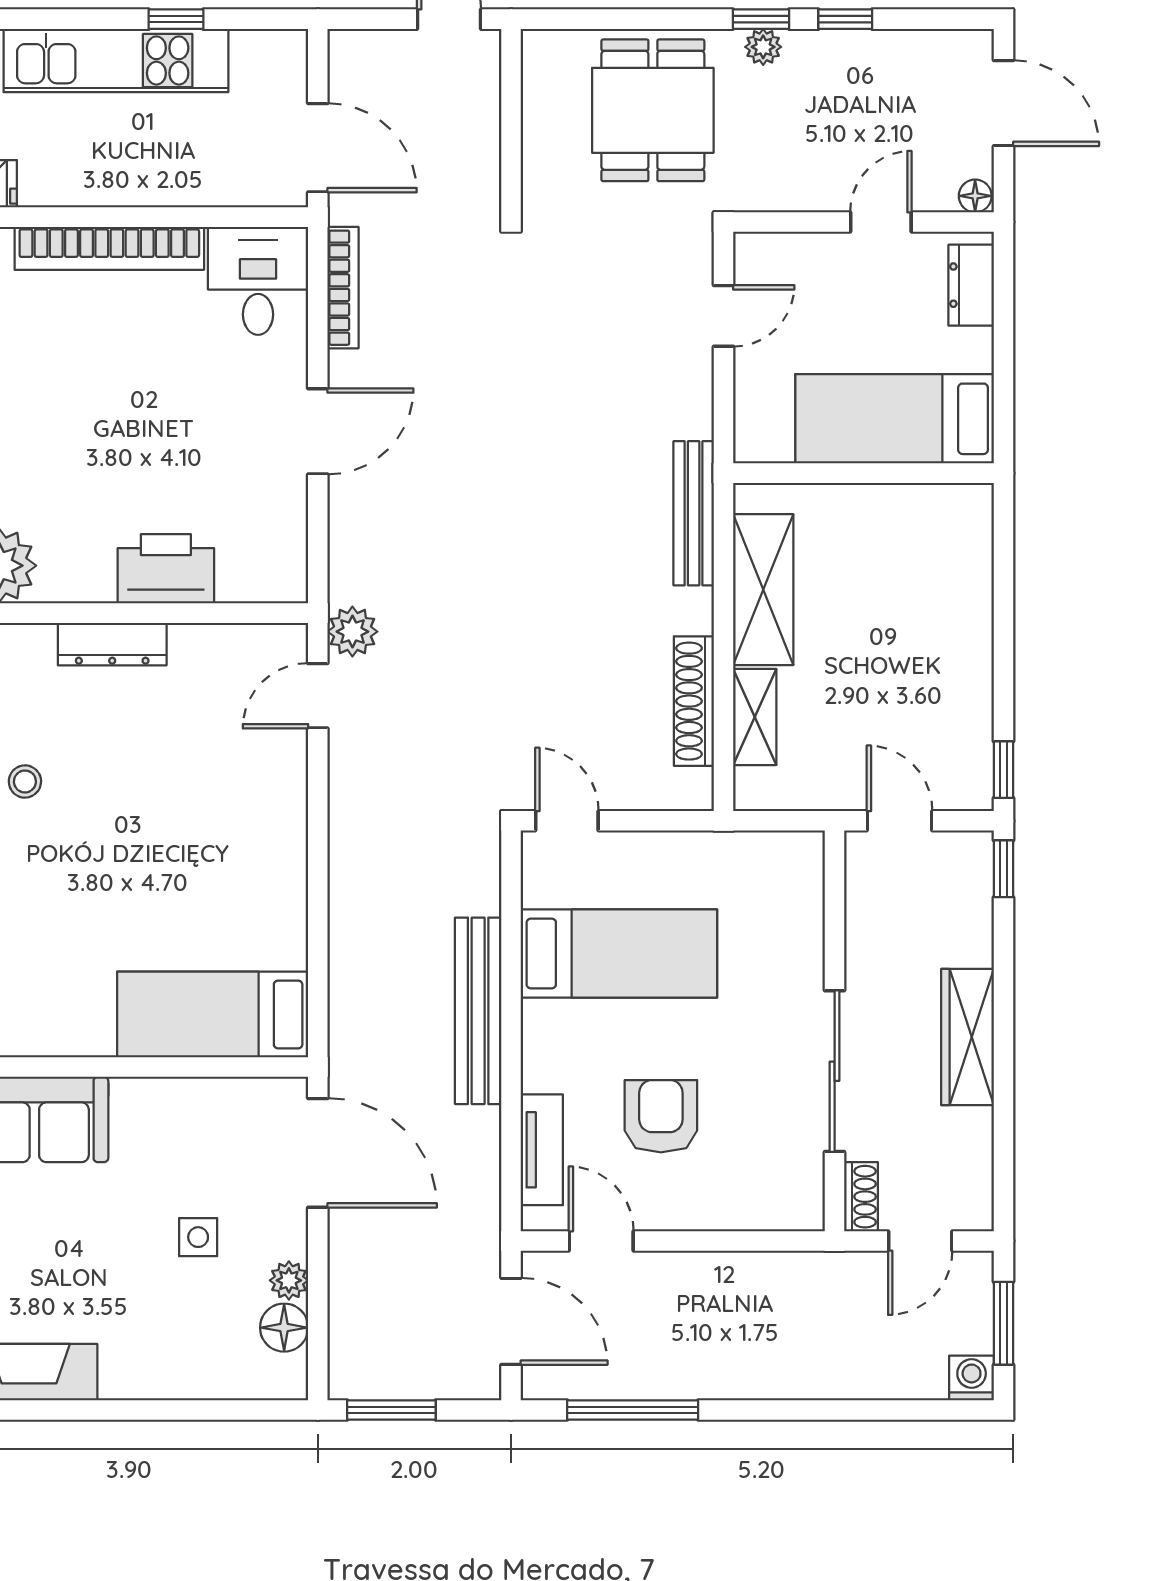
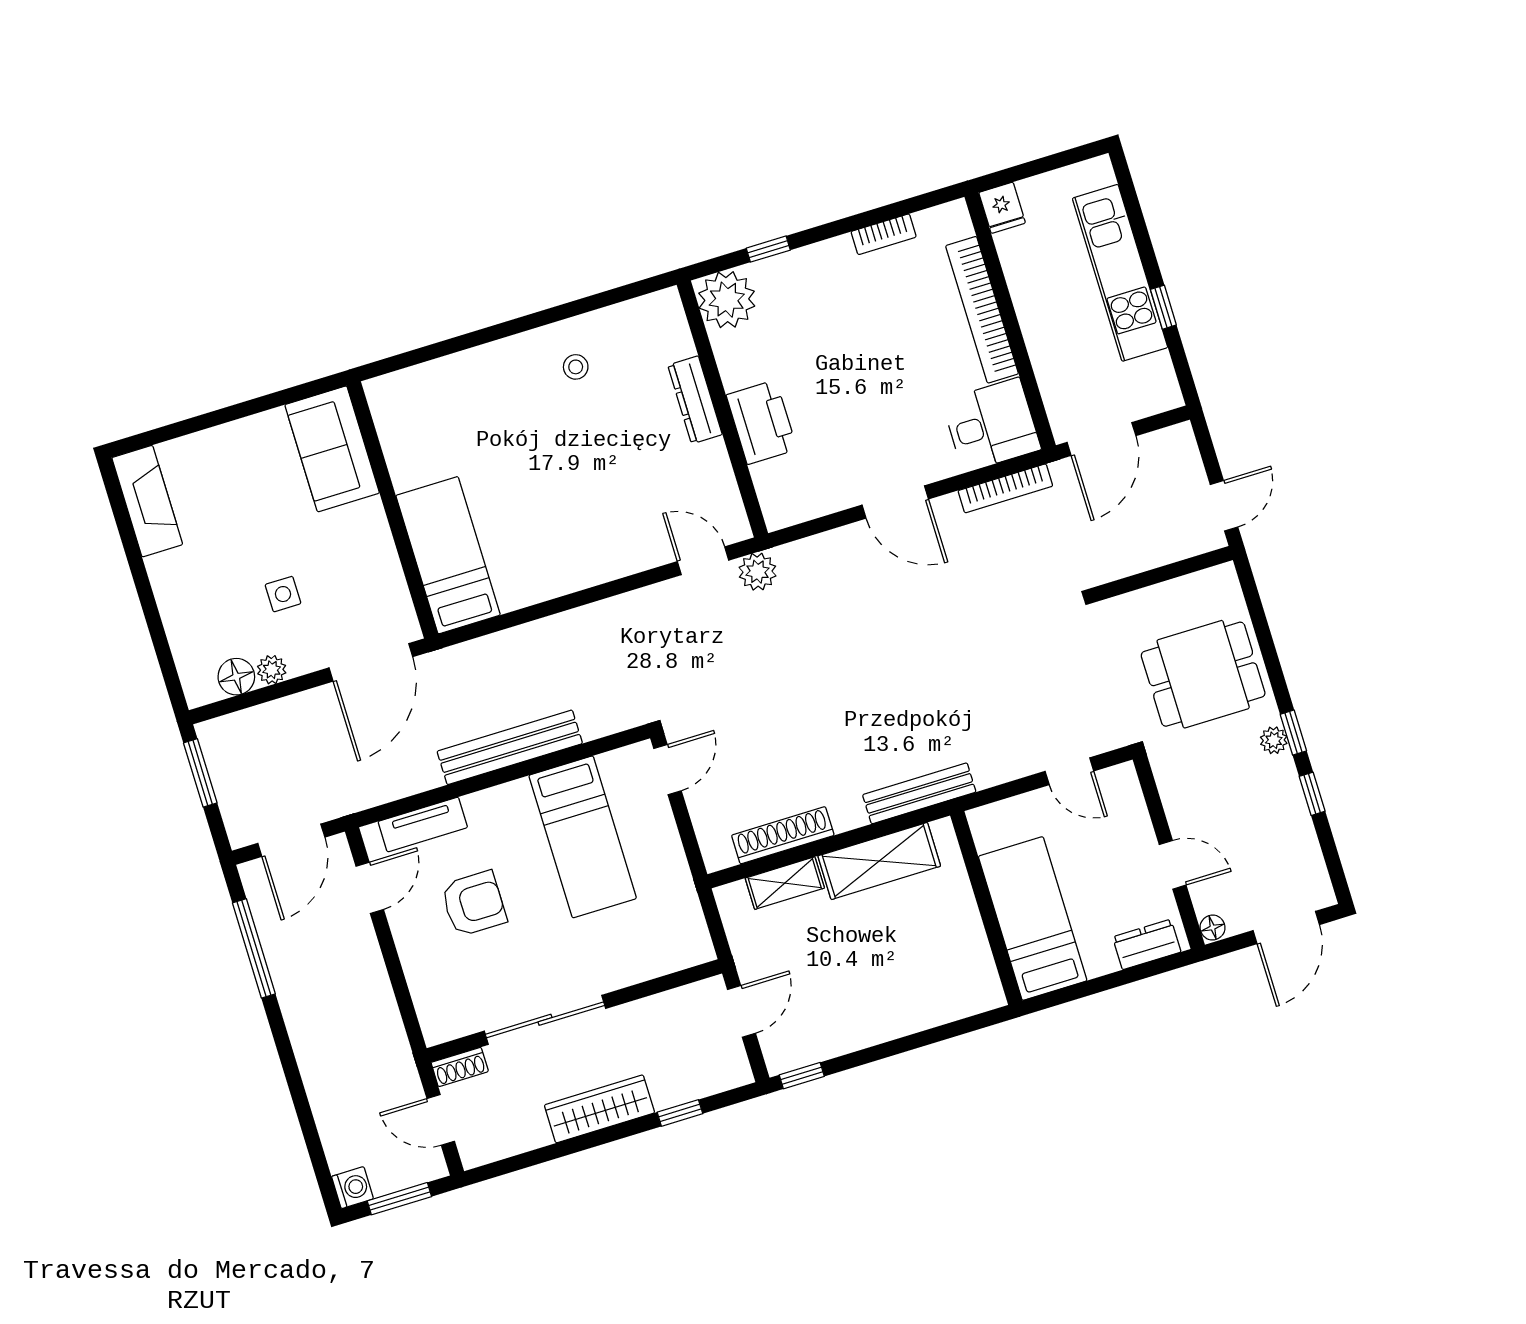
window: (1004, 869) -> (680, 1113), moved

